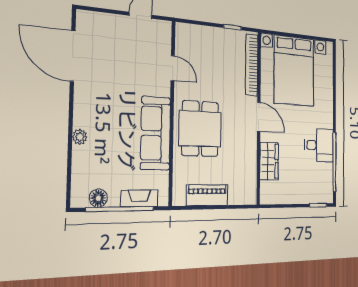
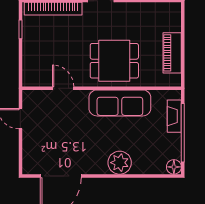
door: (173, 68) -> (63, 88), hinge flipped
plant: (80, 137) -> (120, 163), width x1.87, depth x1.87
floor lamp: (98, 198) -> (174, 167), moved

